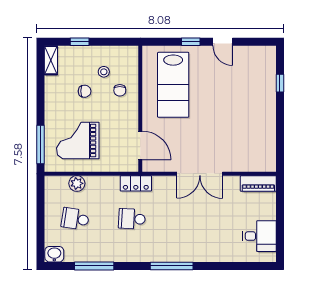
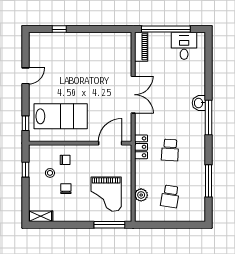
window: (80, 42) -> (25, 170), moved
window: (191, 42) -> (25, 123), moved
window: (280, 214) -> (166, 29), added
washbasin: (54, 254) -> (199, 103), moved

